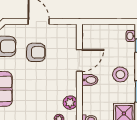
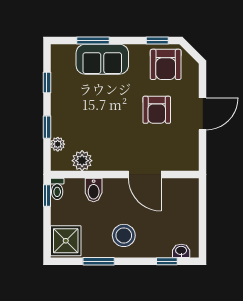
bidet: (90, 80) -> (94, 190), moved

